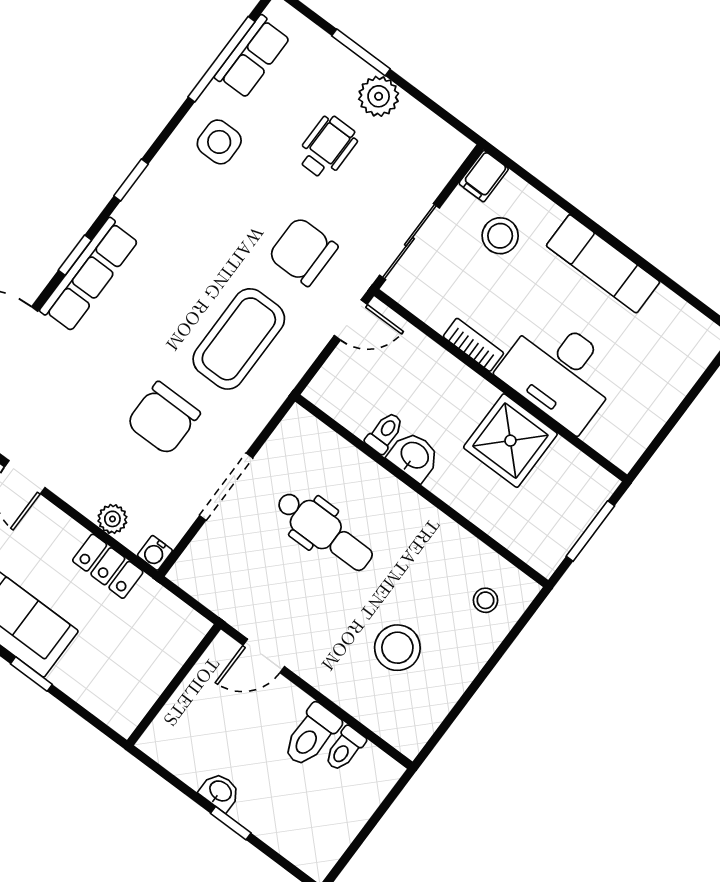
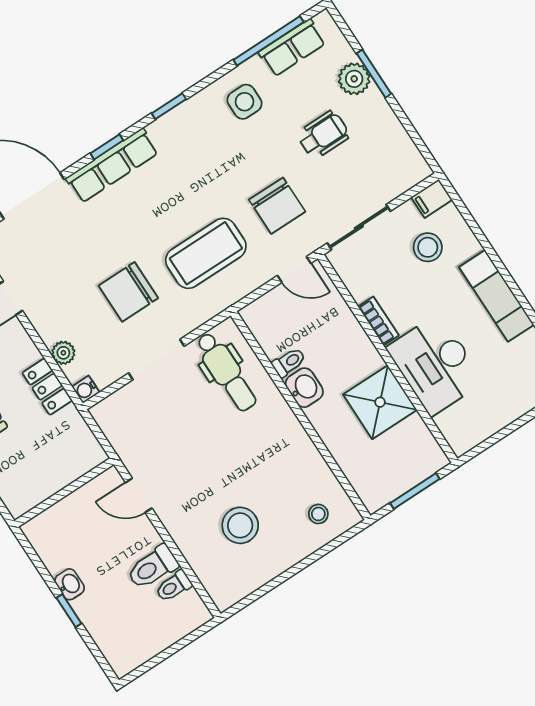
plant: (379, 96) -> (354, 79), moved
chair: (303, 251) -> (277, 206), turned 180
dental chair: (324, 531) -> (226, 372), moved

